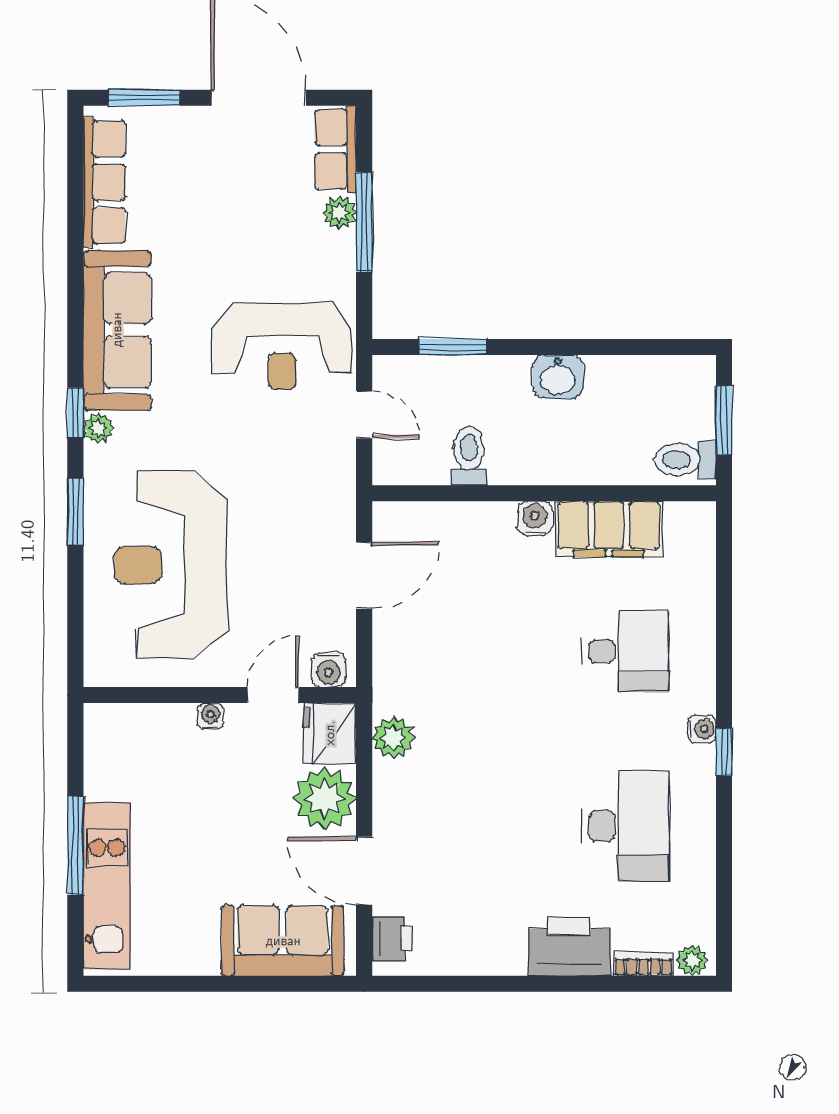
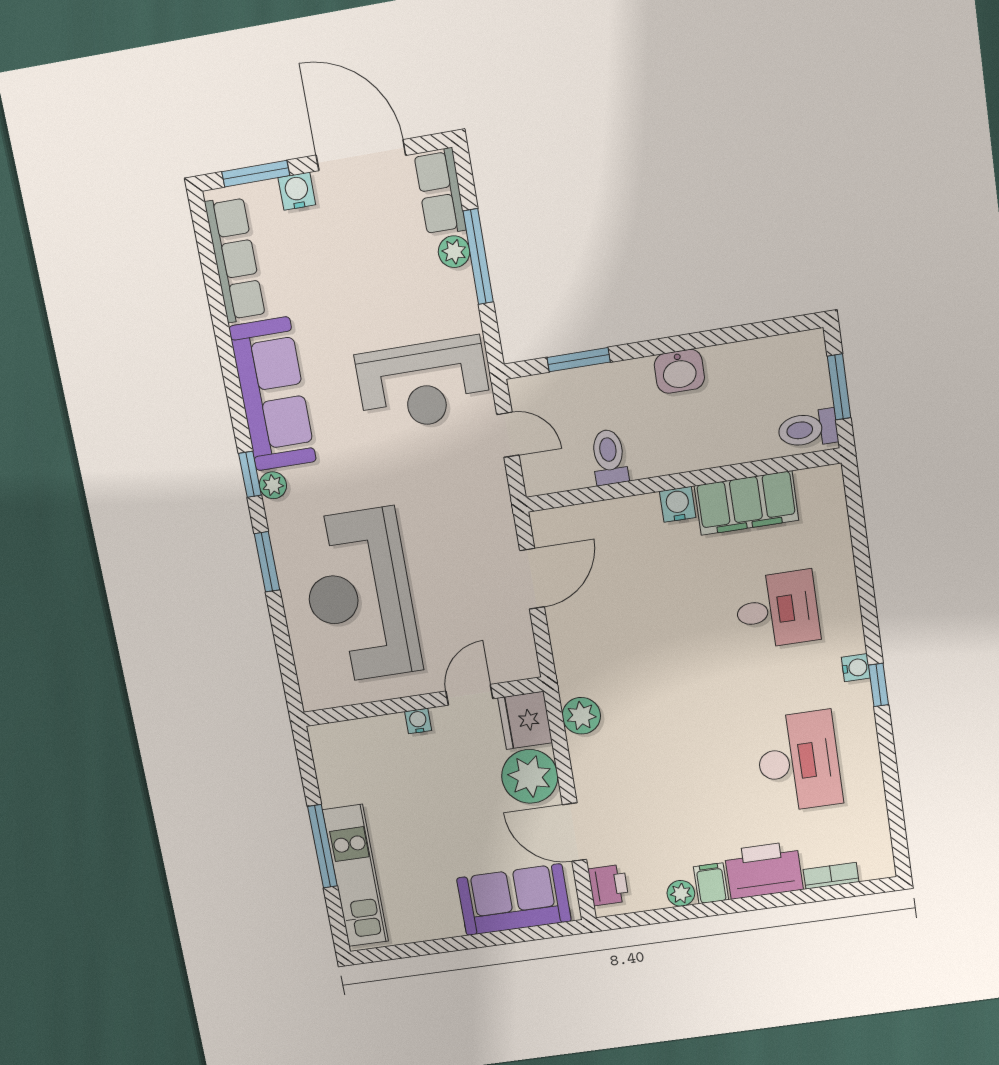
water cooler: (329, 670) -> (297, 191), moved, turned 180
filing cabinet: (508, 953) -> (711, 883), added
plant: (692, 960) -> (681, 893), moved

